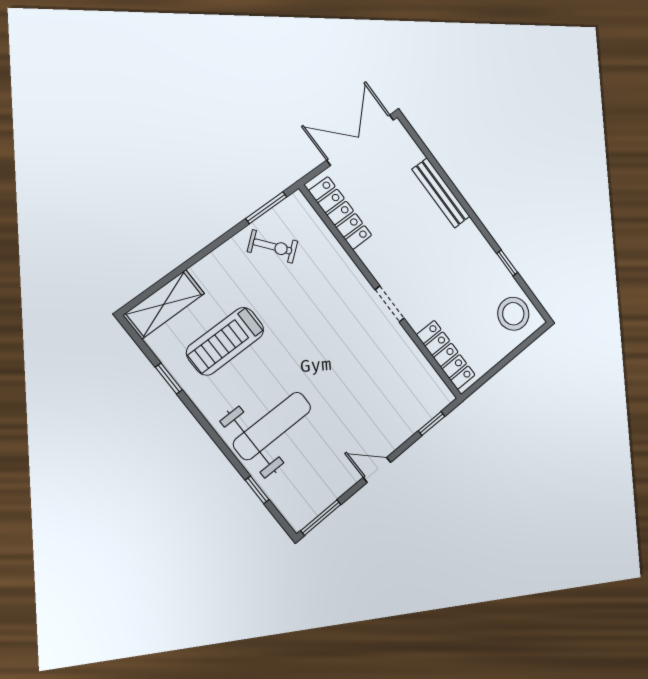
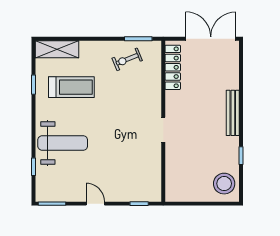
bench: (441, 193) -> (233, 113), moved
exercise bike: (273, 246) -> (127, 59), turned 107
treadmill: (225, 341) -> (71, 87), turned 180
locker: (446, 355) -> (172, 176), removed

